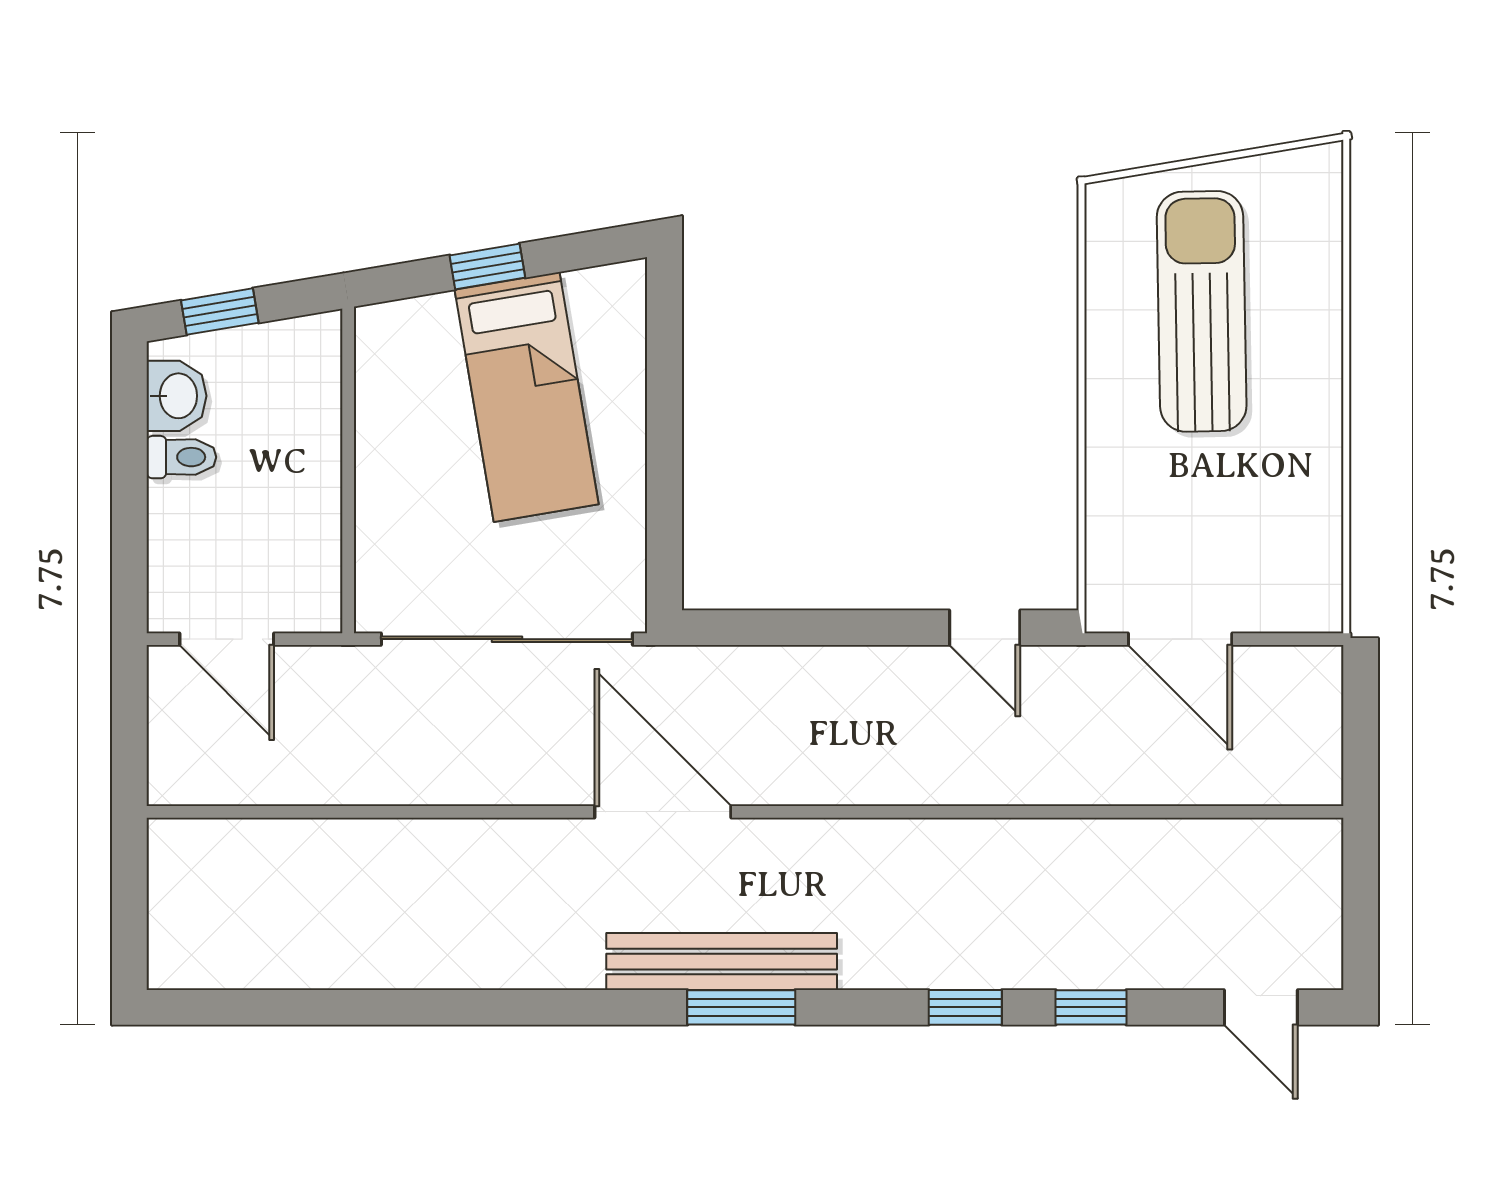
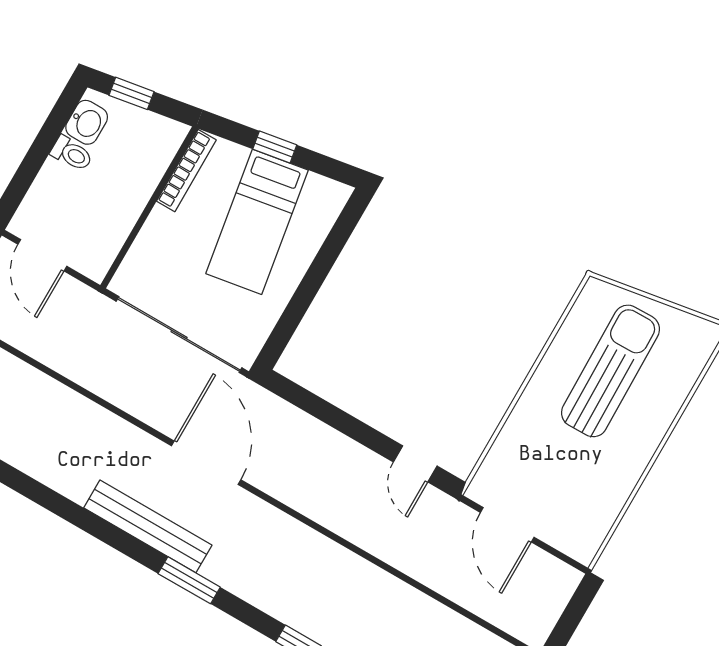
bookcase: (373, 381) -> (186, 171), added
bench: (722, 962) -> (148, 526), moved

